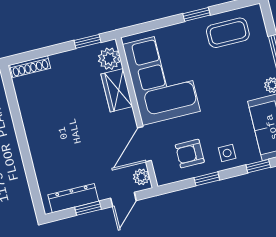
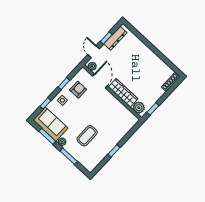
coffee table: (228, 33) -> (87, 136), moved
corner sofa: (161, 78) -> (111, 114), removed
wardrobe: (117, 90) -> (123, 93), width x1.50

